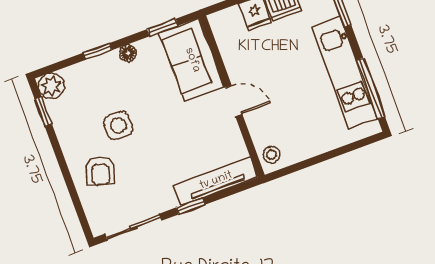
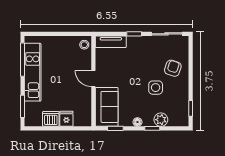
plant: (51, 86) -> (161, 120), moved
tv unit: (216, 181) -> (111, 42), width x0.71

